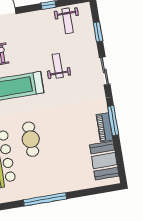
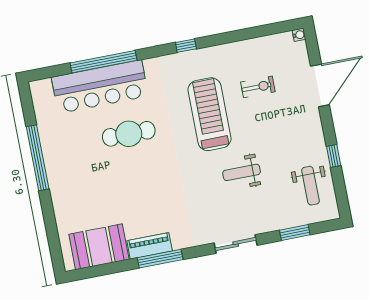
weight bench: (68, 21) -> (310, 186), turned -90
weight bench: (58, 66) -> (242, 172), turned 180

